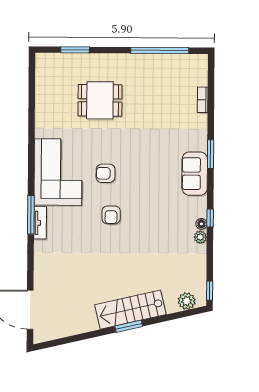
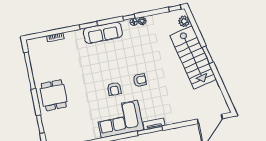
dining table: (100, 100) -> (54, 95), moved
sofa: (195, 174) -> (103, 33), width x1.36
stairs: (130, 310) -> (193, 57), width x1.36, depth x1.51

